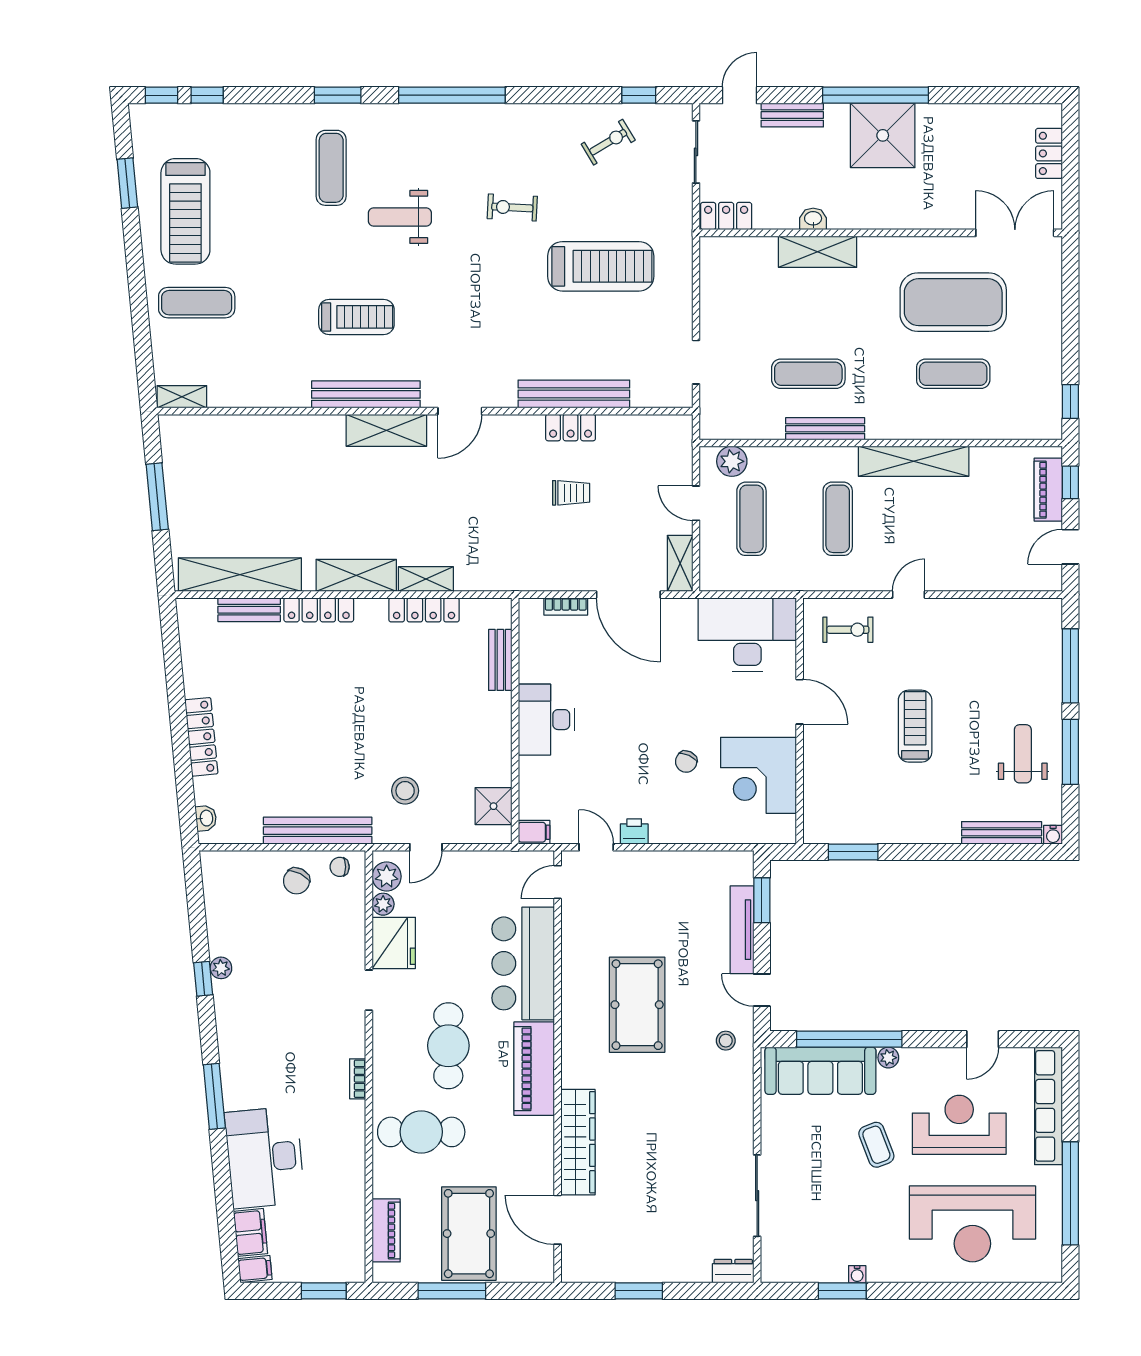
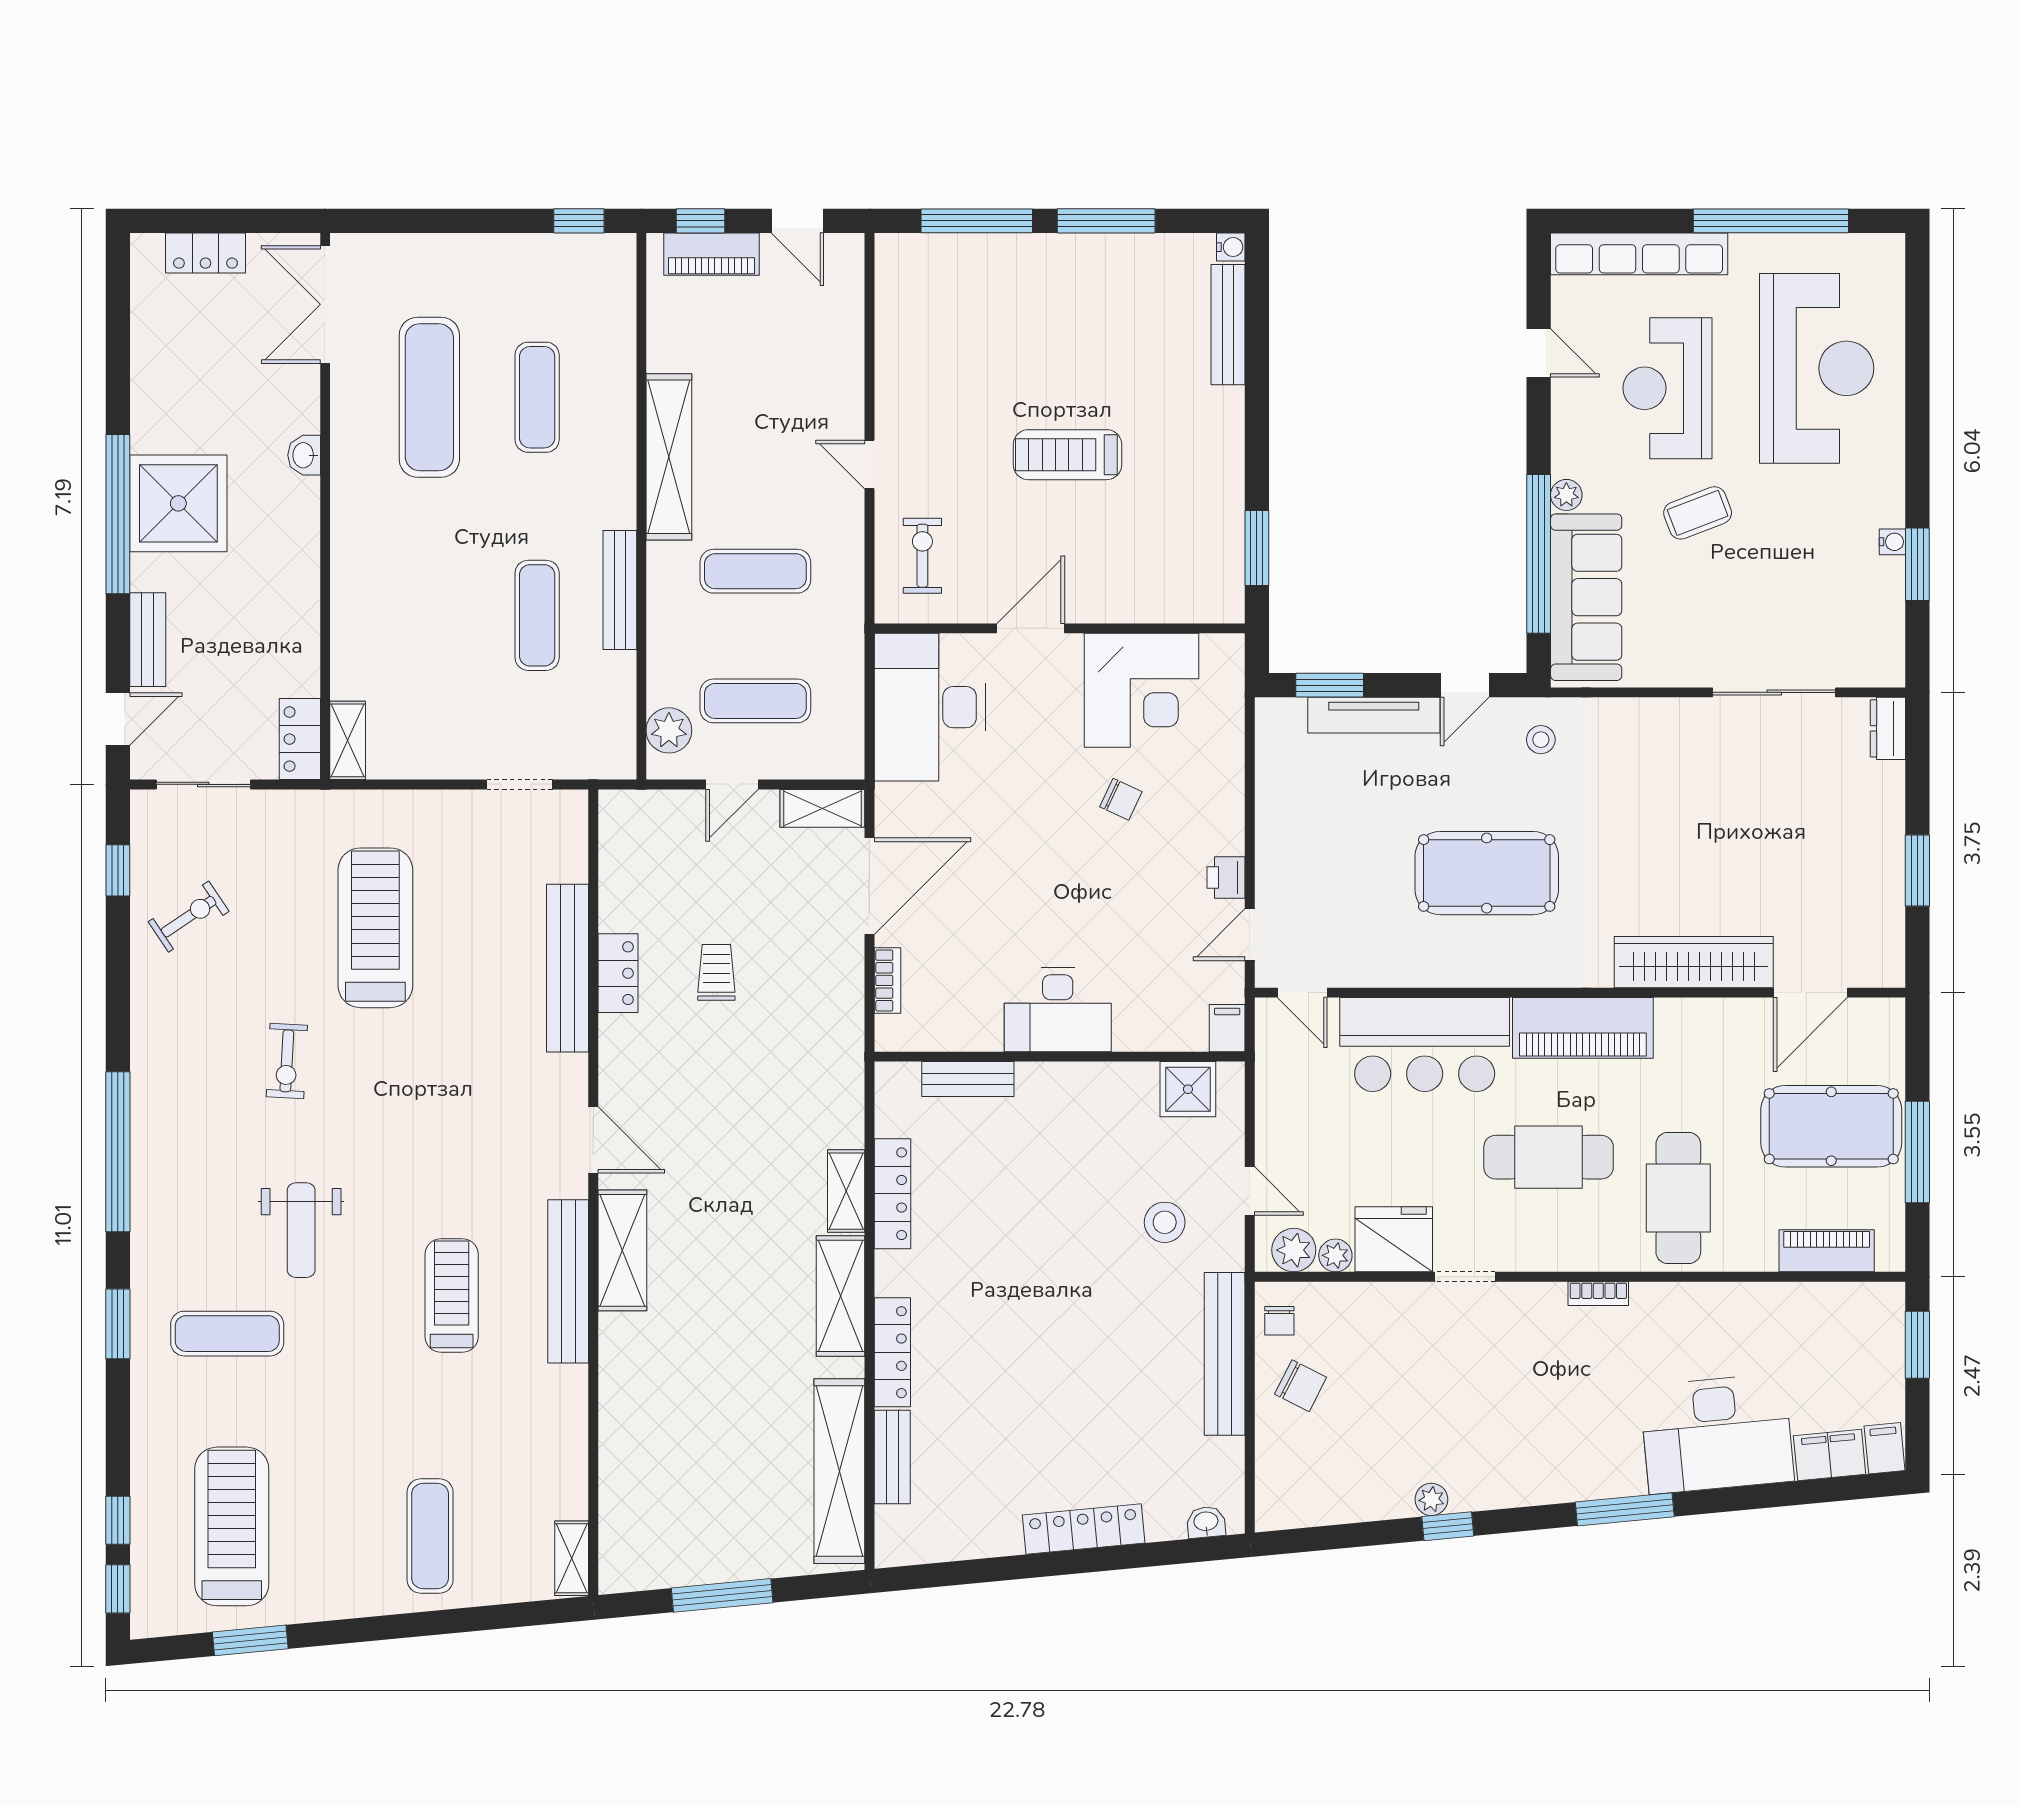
door: (739, 95) -> (118, 719), swing flipped
exercise bike: (608, 142) -> (189, 917), turned 87
treadmill: (185, 211) -> (232, 1526), moved, turned -90
washbasin: (813, 219) -> (304, 455), moved
shelving: (818, 252) -> (348, 740), moved, width x0.67, depth x0.75
exercise mat: (953, 302) -> (429, 397), width x0.68
weight bench: (1023, 754) -> (1109, 293), removed

